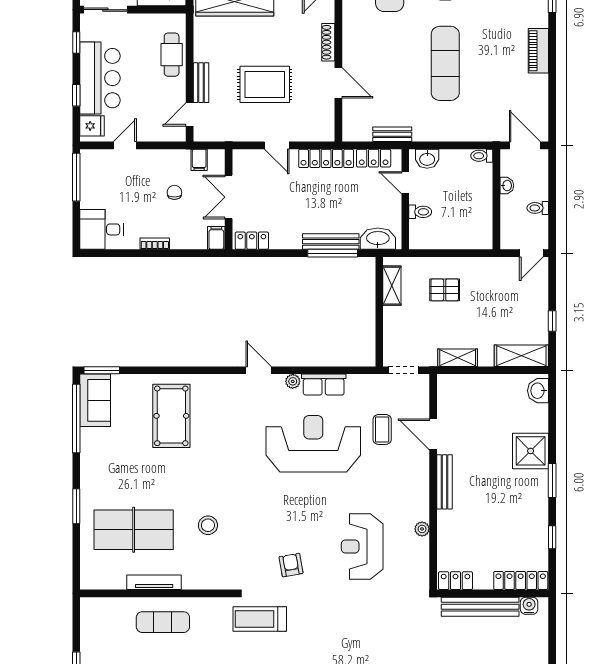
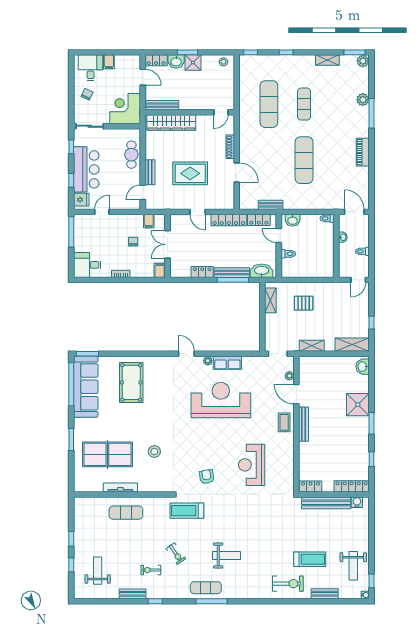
locker: (252, 241) -> (202, 272), moved
sofa: (95, 400) -> (86, 387), width x1.85, depth x1.27
coffee table: (382, 429) -> (284, 422), moved
plant: (422, 529) -> (289, 376), moved

